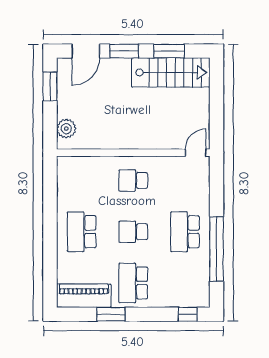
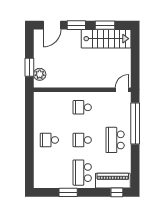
window: (50, 86) -> (29, 67), moved
school desk: (82, 232) -> (49, 140), width x0.54
window: (216, 249) -> (135, 123), moved
piano: (84, 296) -> (113, 181), moved

